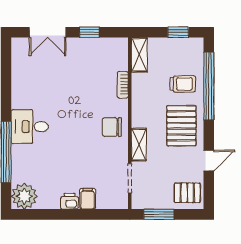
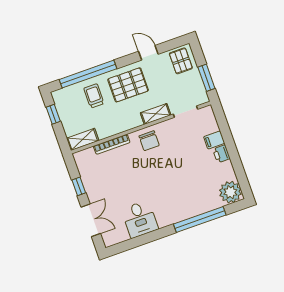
bookcase: (123, 85) -> (112, 144), width x1.56
desk: (30, 127) -> (140, 219), moved

